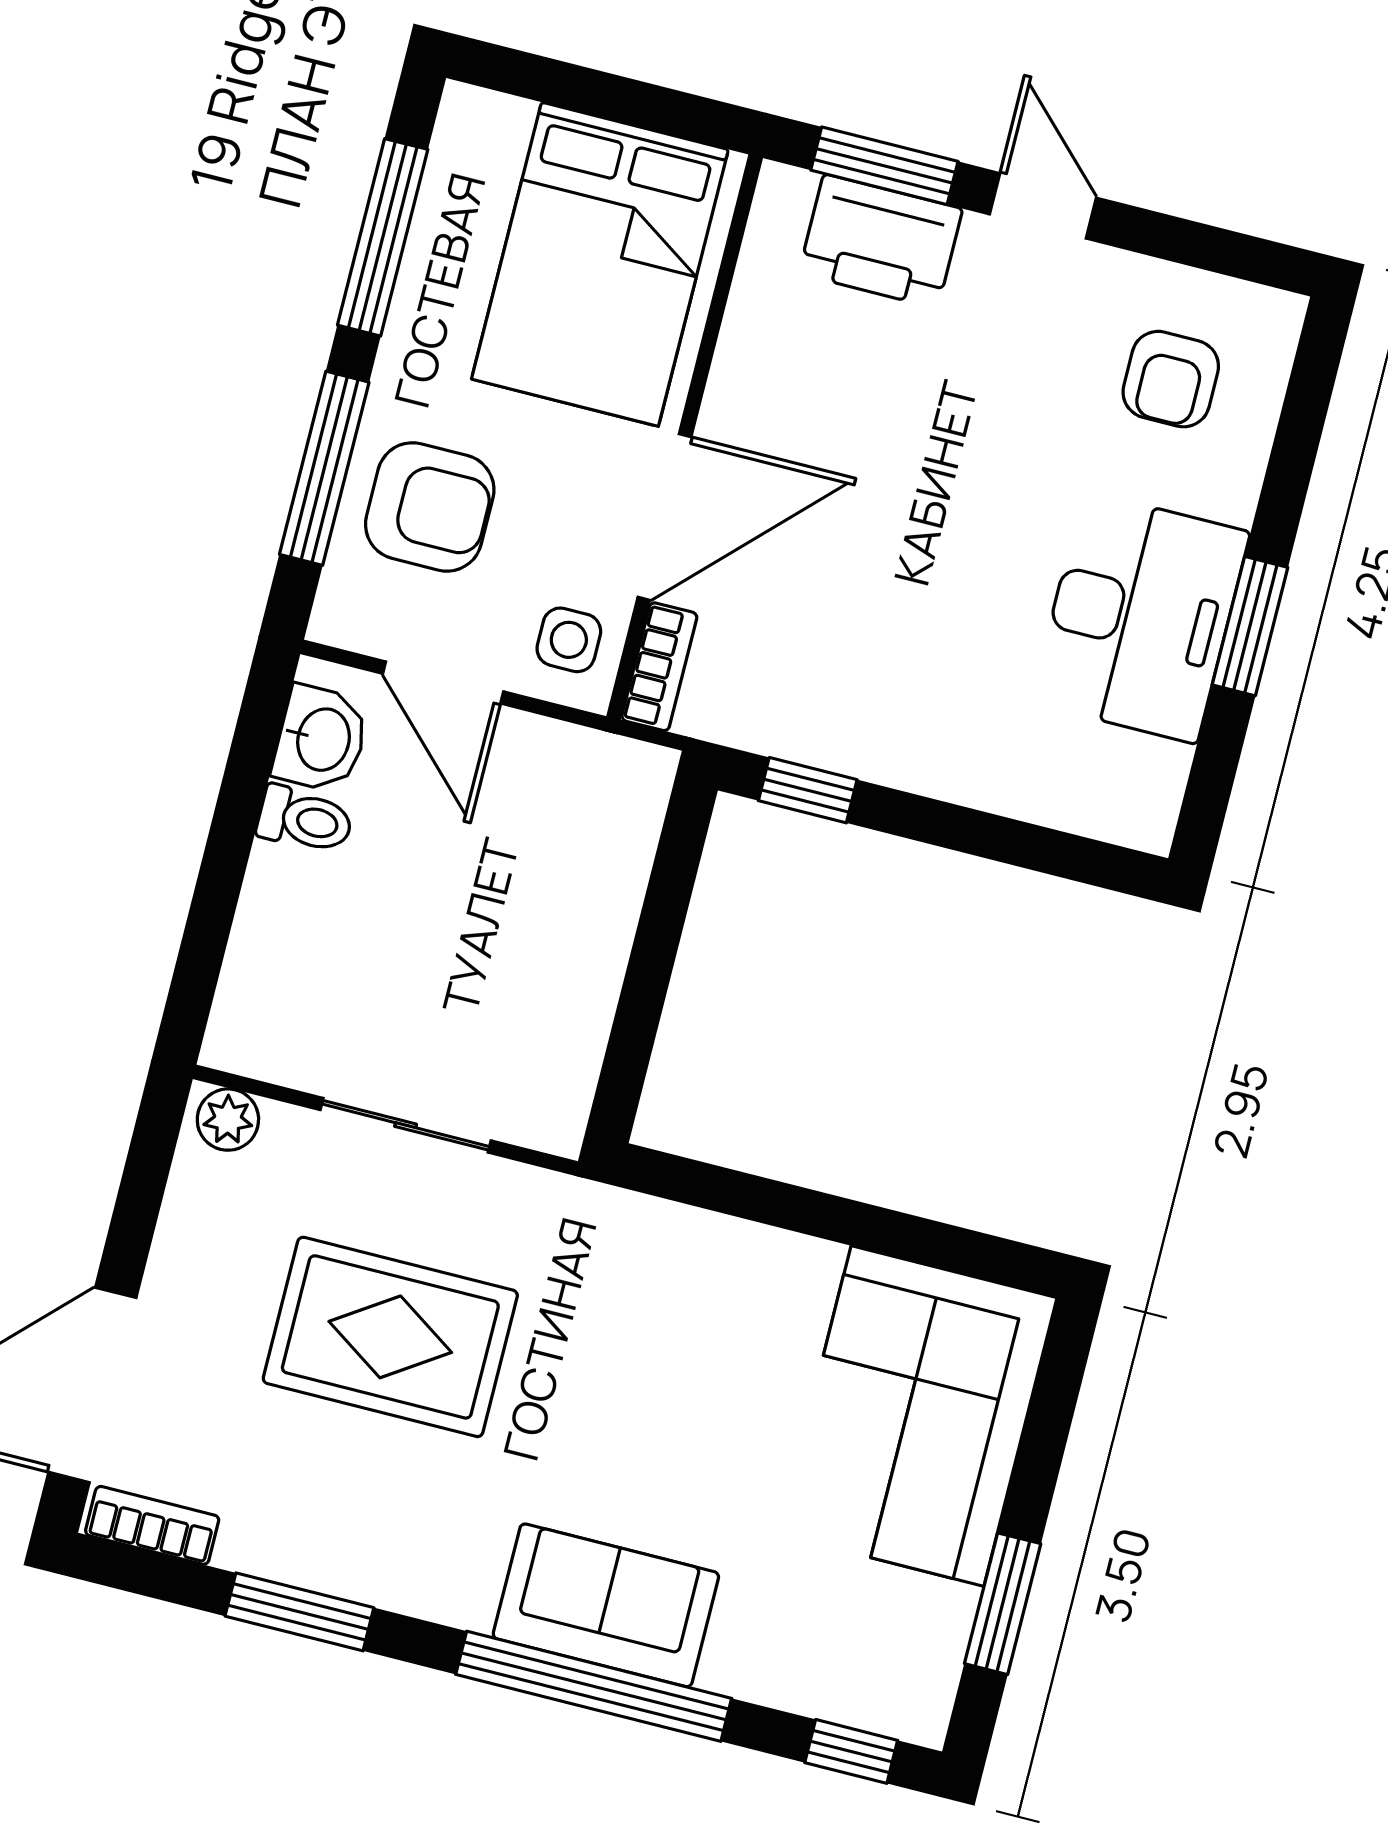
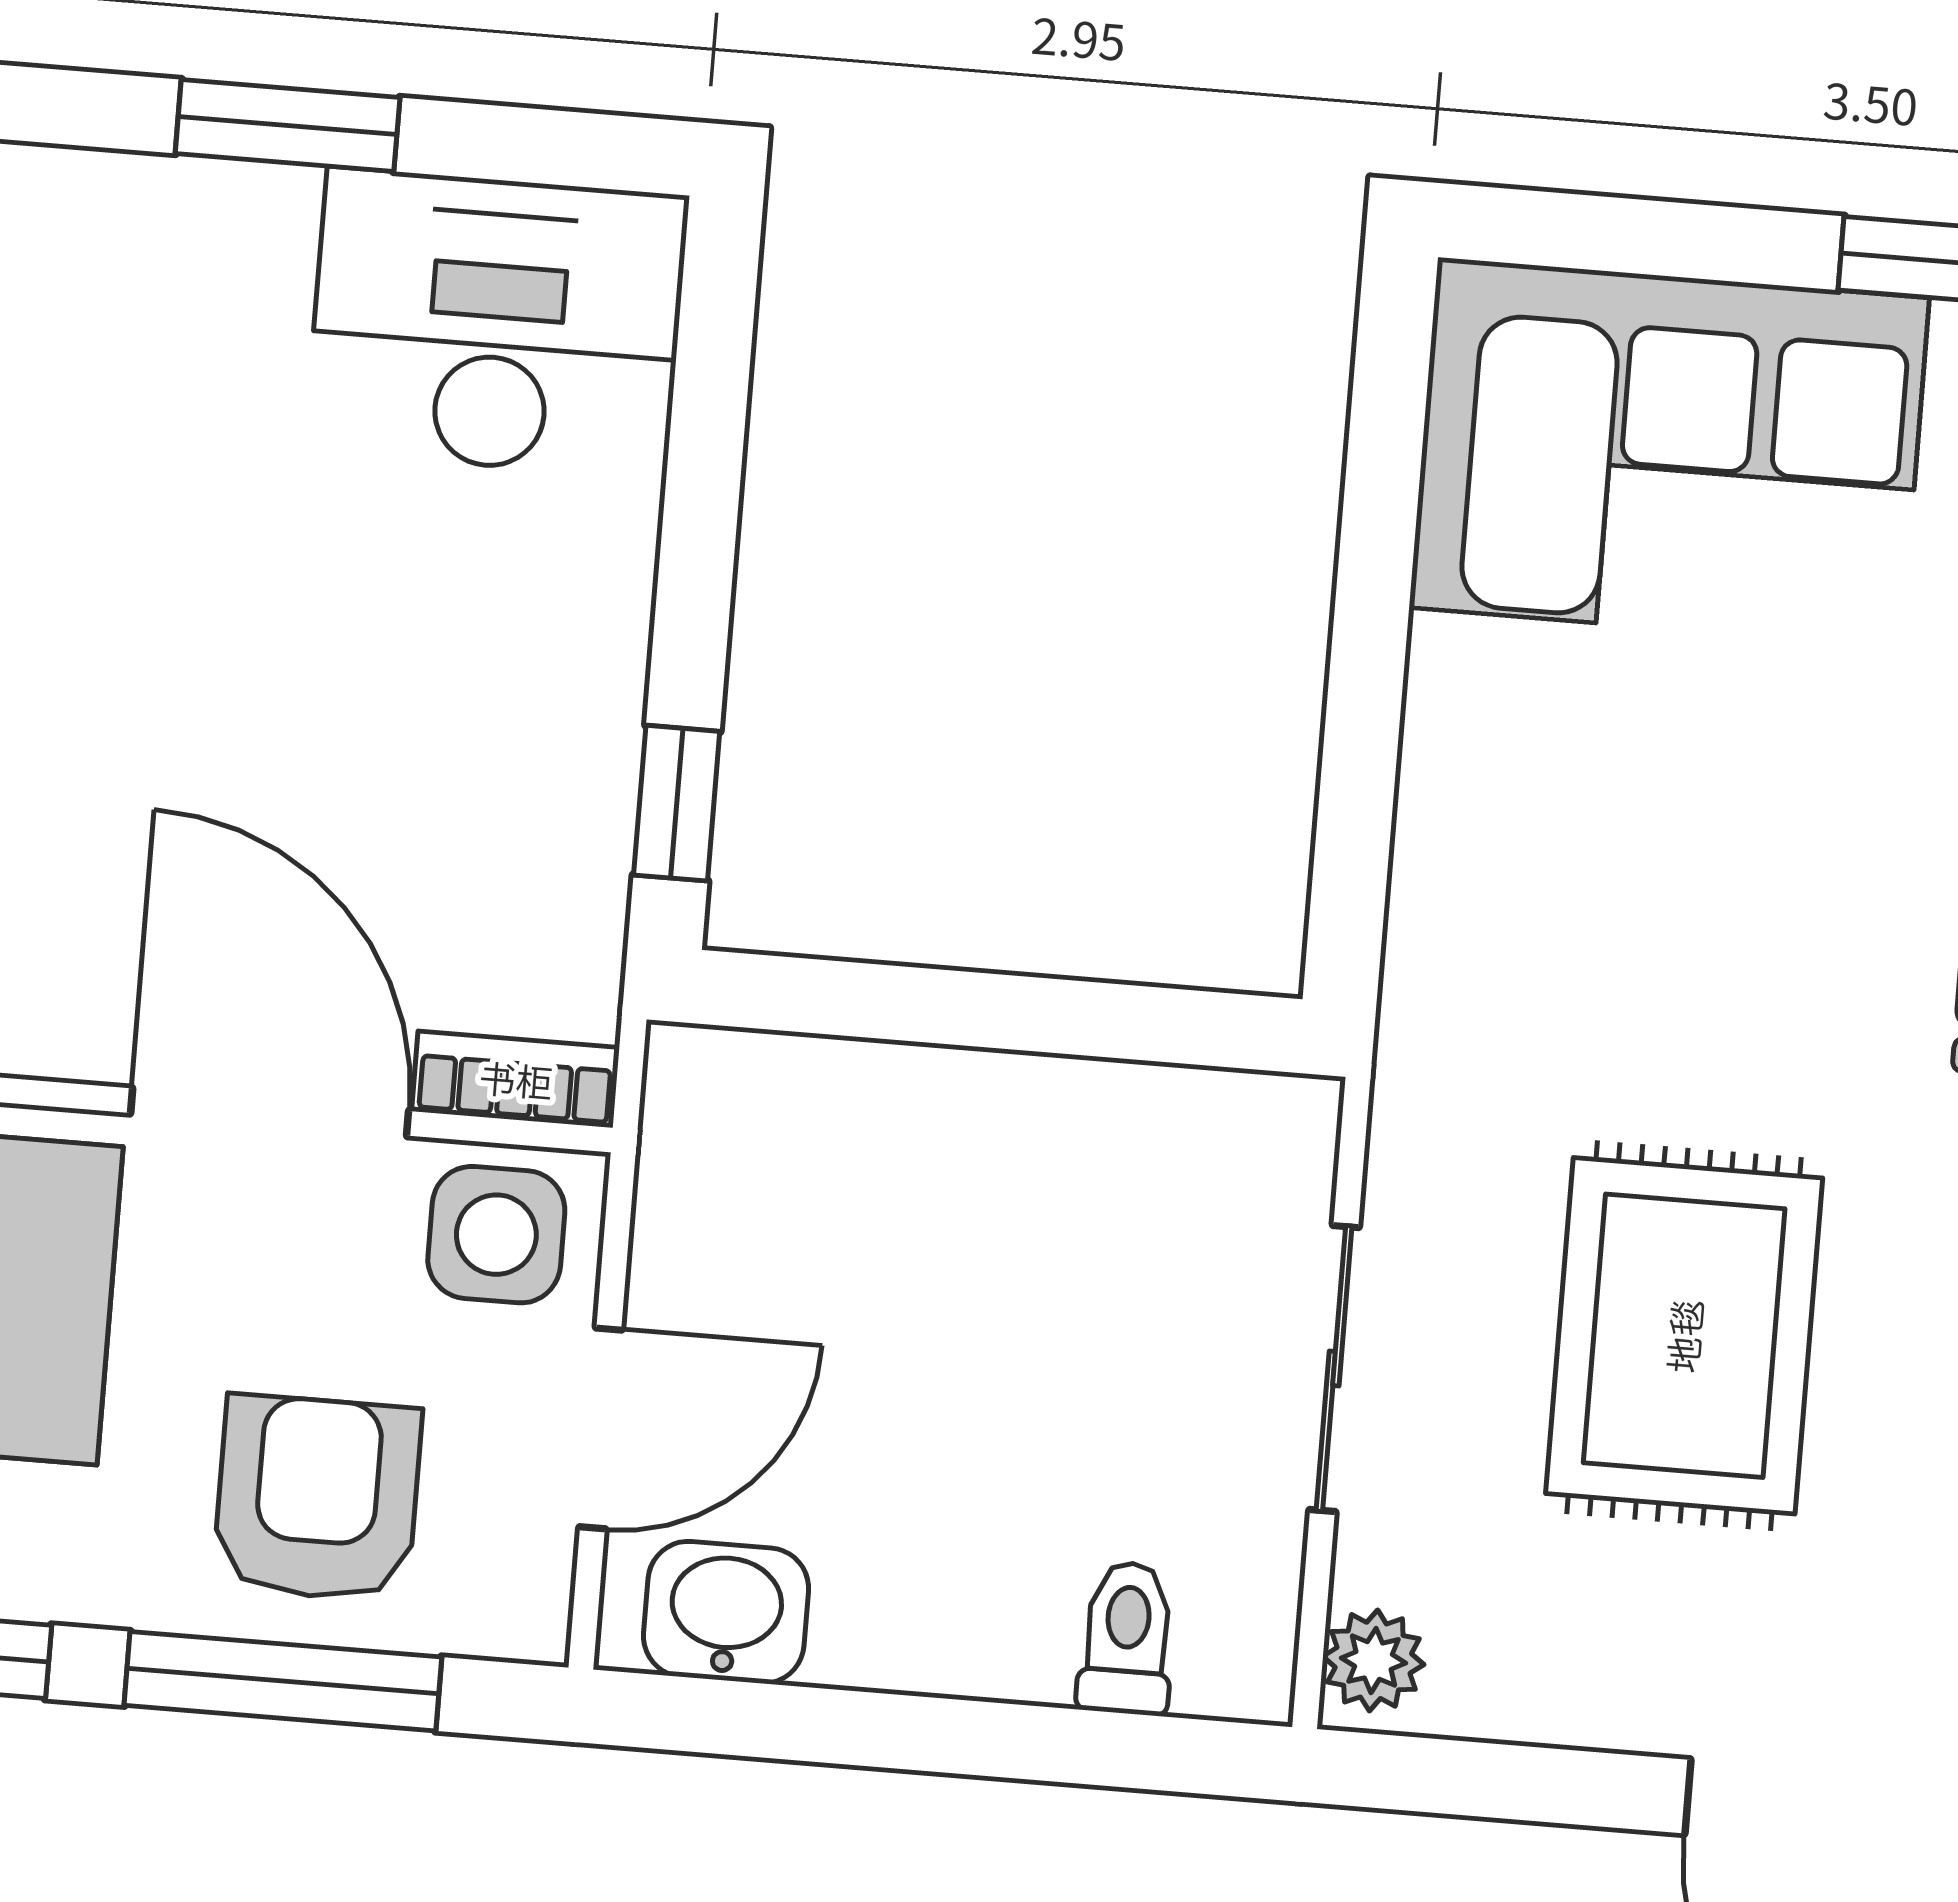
desk: (1140, 617) -> (497, 323), moved
side table: (569, 640) -> (496, 1235), width x1.37, depth x1.37
toilet: (305, 820) -> (1127, 1638), moved

